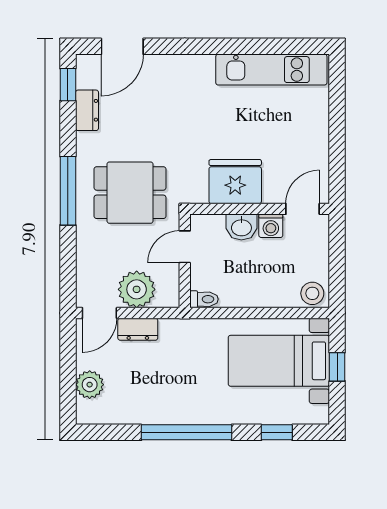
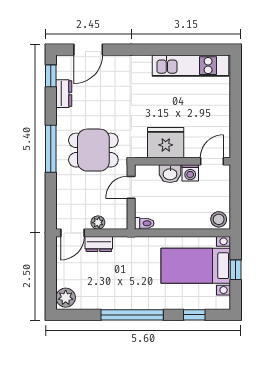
plant: (137, 289) -> (98, 223), width x0.53, depth x0.53
plant: (90, 385) -> (66, 298), moved

